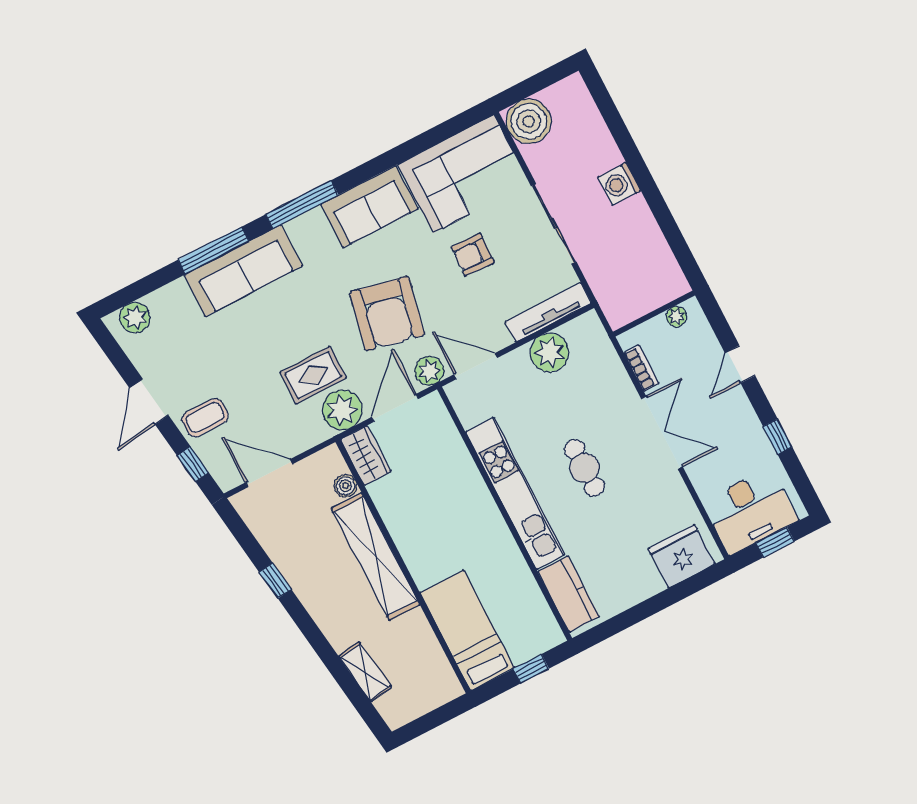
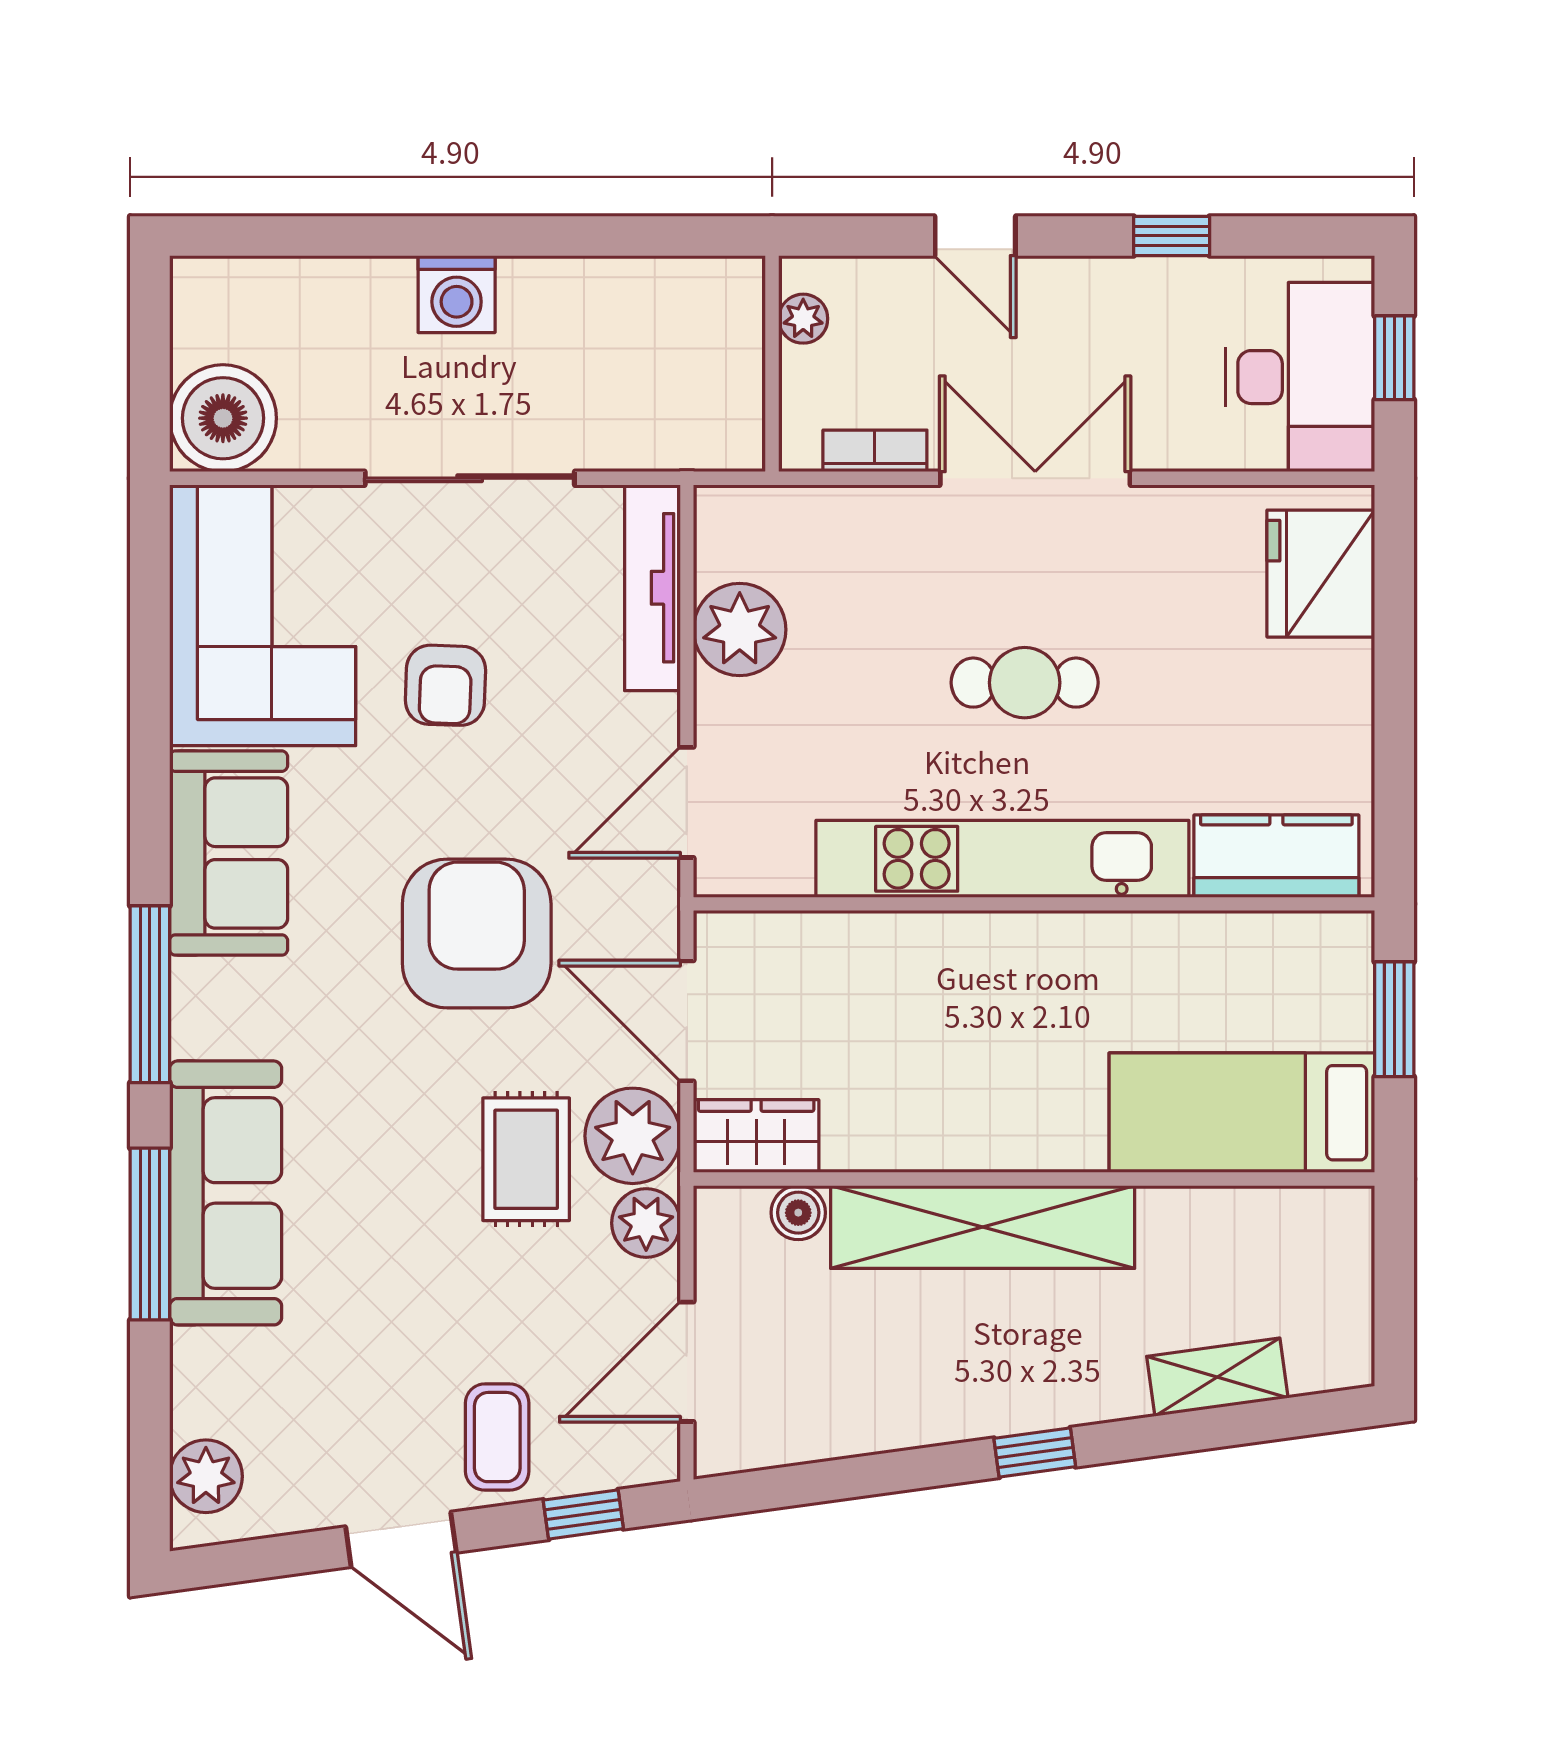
armchair: (387, 314) -> (477, 934), turned -102
plant: (430, 371) -> (646, 1223), moved
window: (275, 581) -> (1035, 1453), moved
window: (531, 669) -> (1394, 1019), width x1.50

